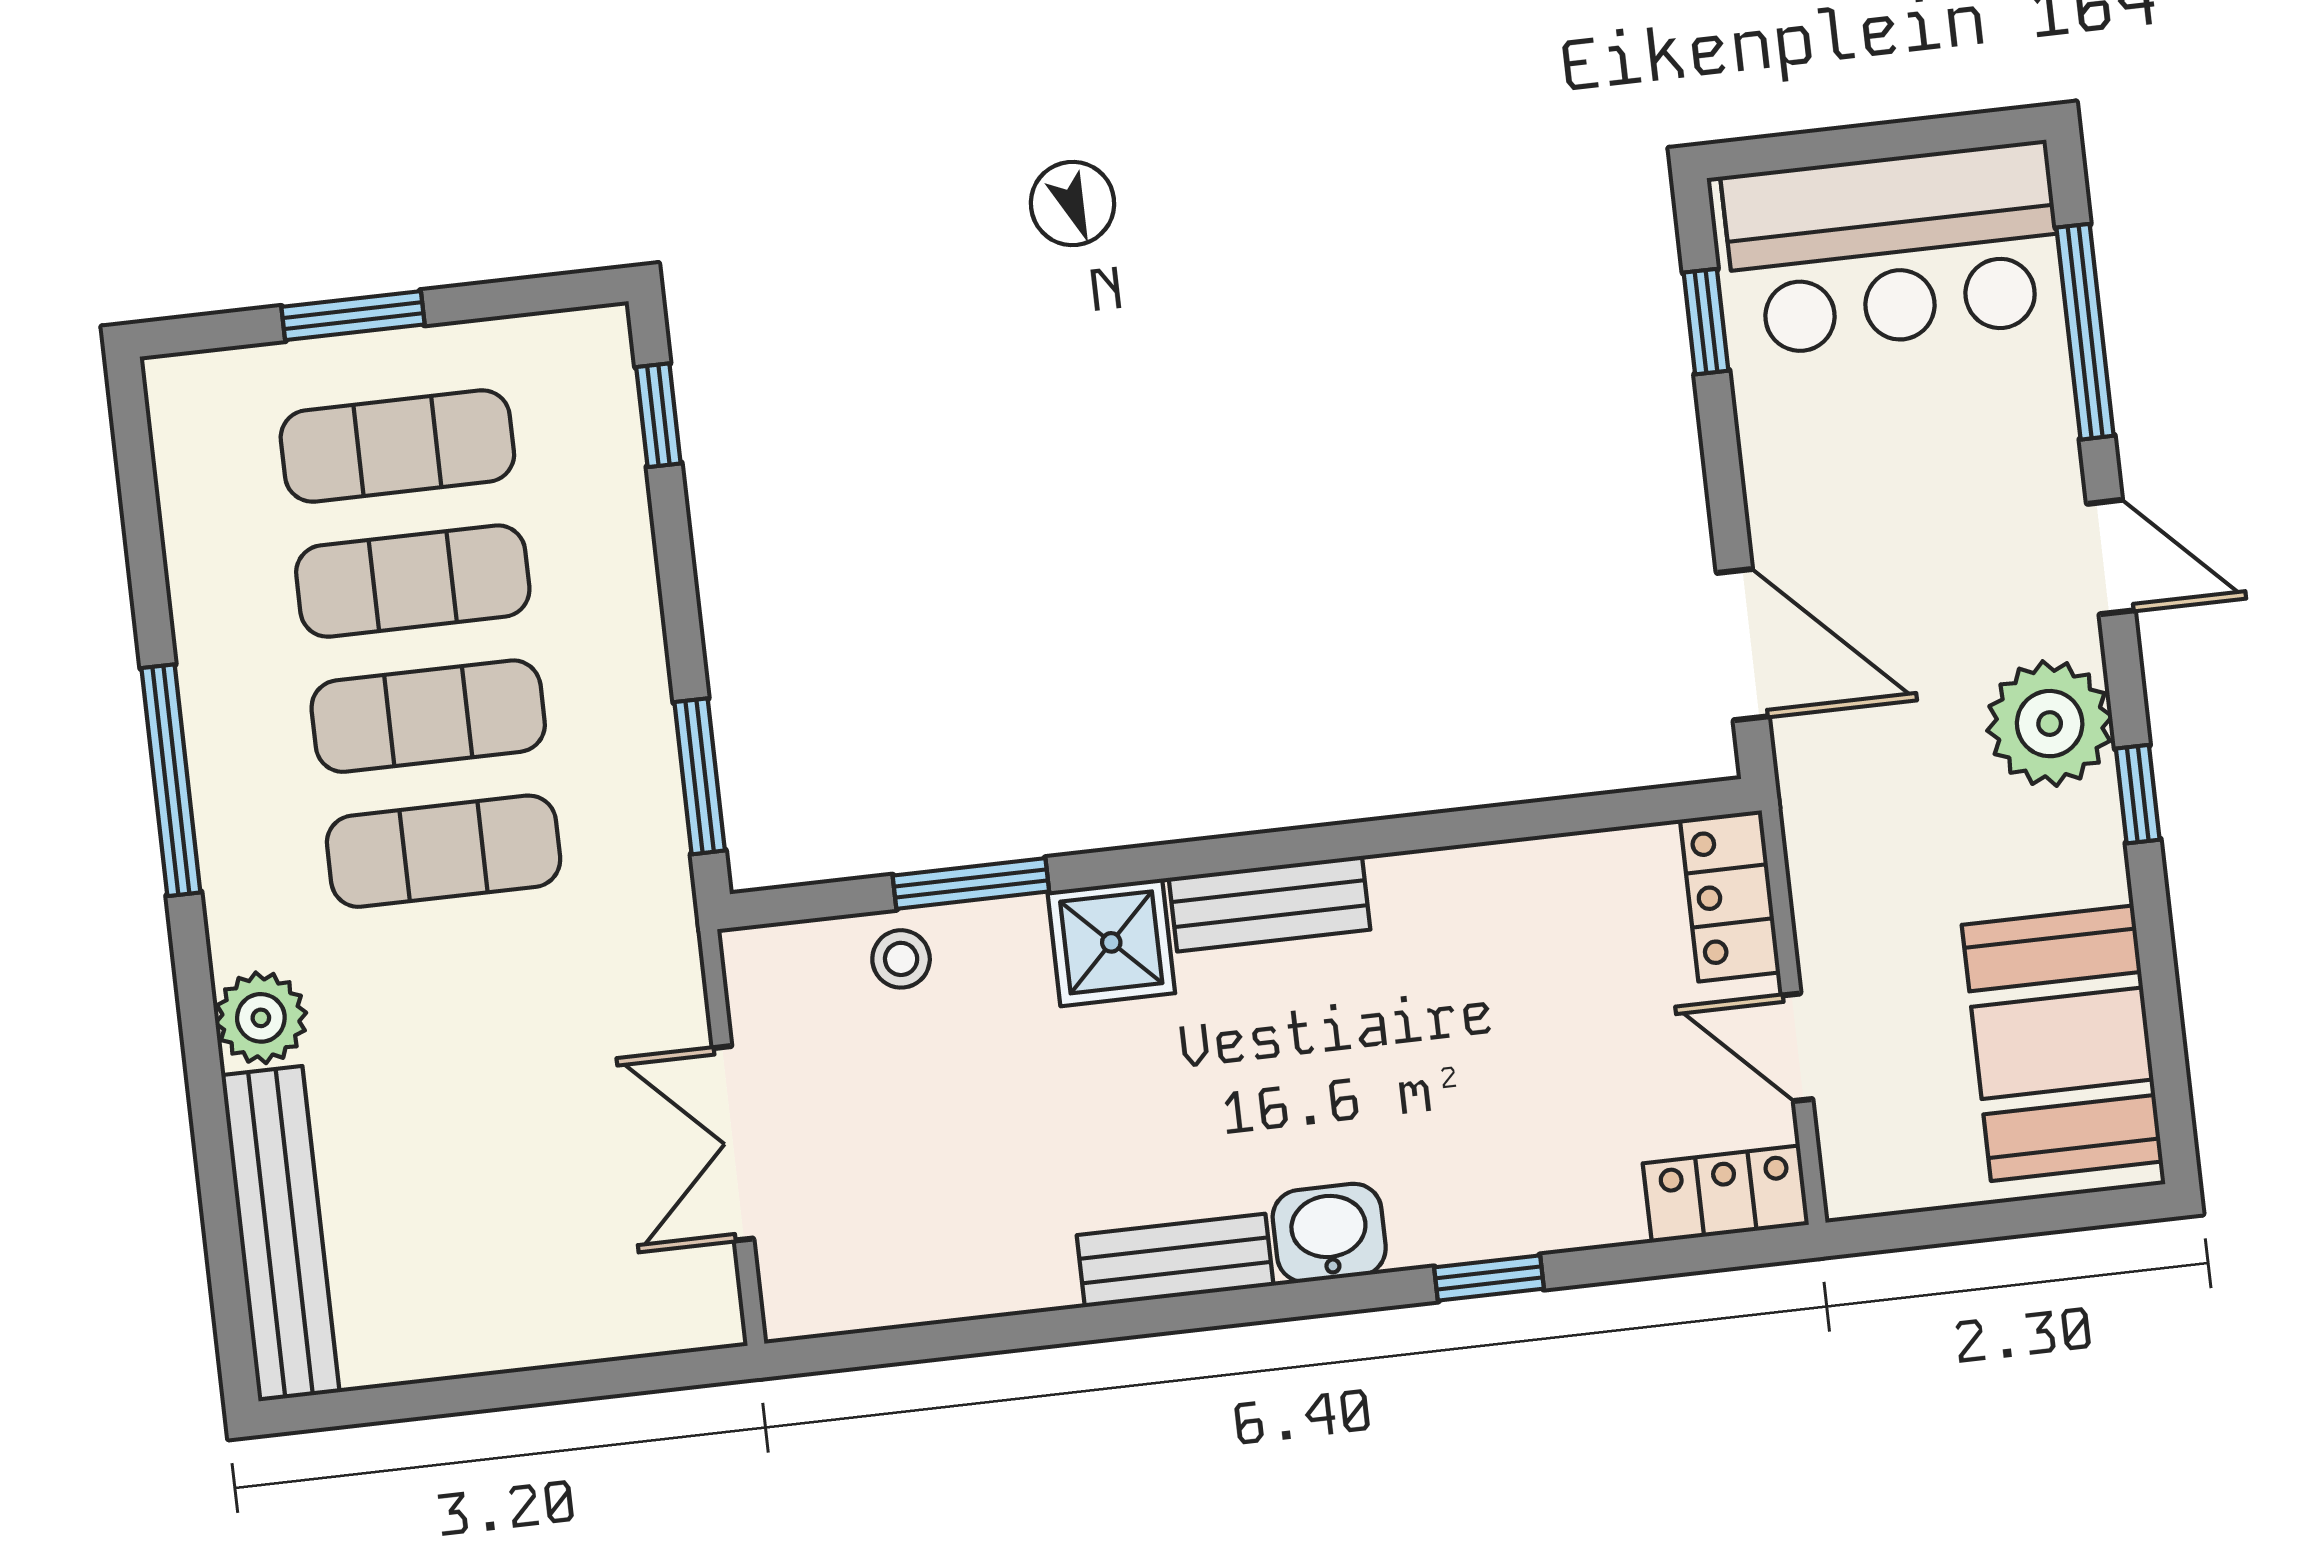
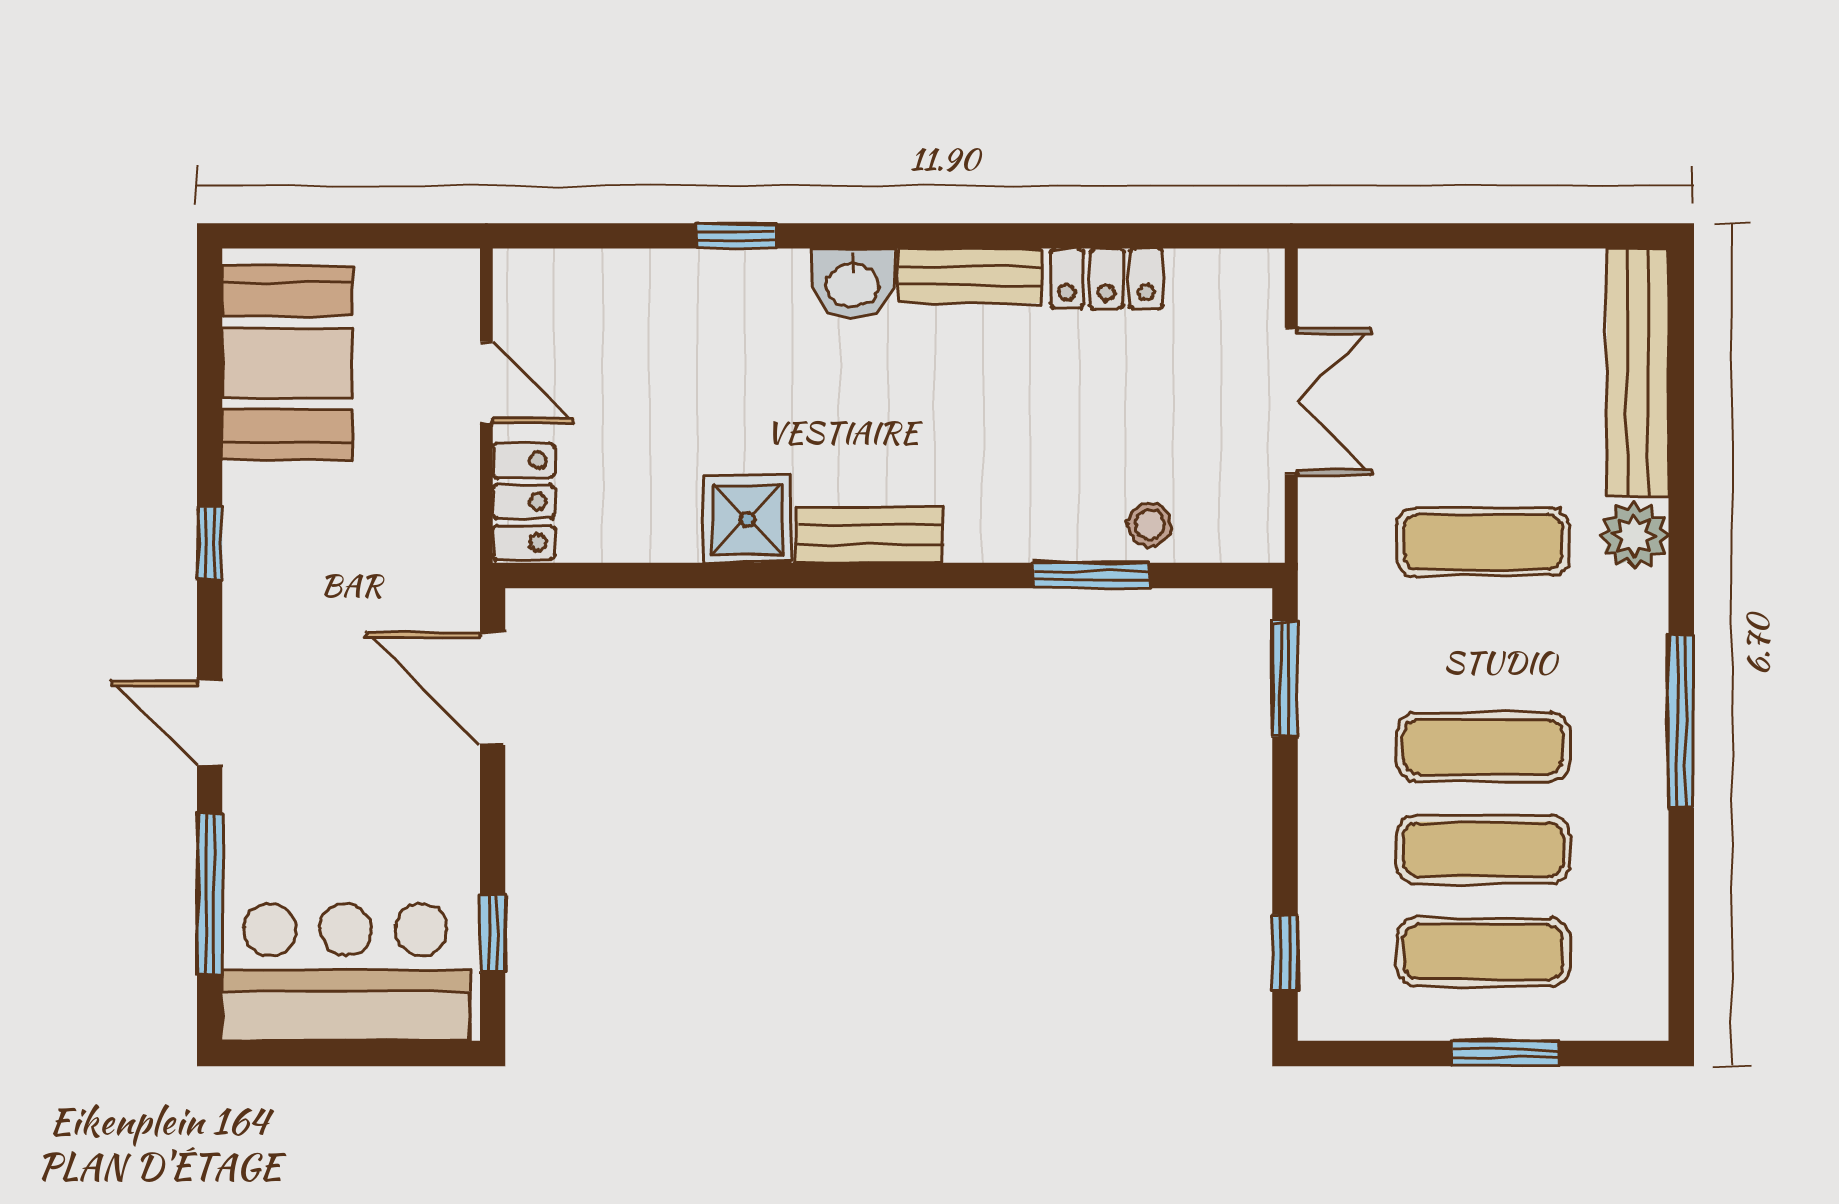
plant: (2050, 724) -> (270, 603), removed
exercise mat: (444, 851) -> (1483, 542), moved
shower: (1111, 942) -> (747, 519), moved
locker: (1726, 1194) -> (1106, 279), moved

